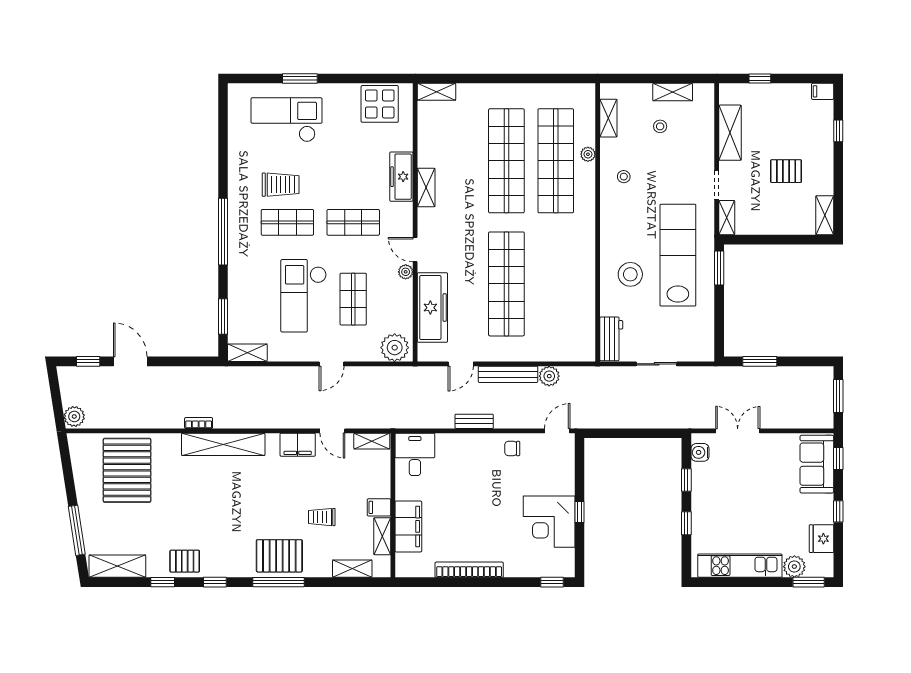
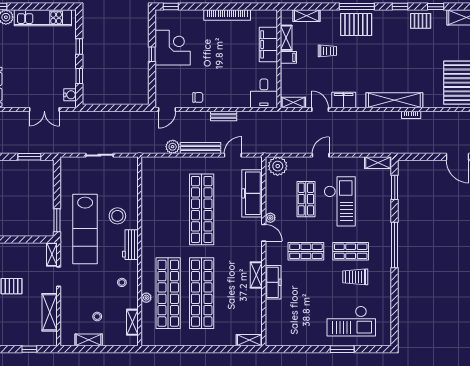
display table: (380, 104) -> (288, 332), removed
workbench: (611, 339) -> (130, 245), moved

